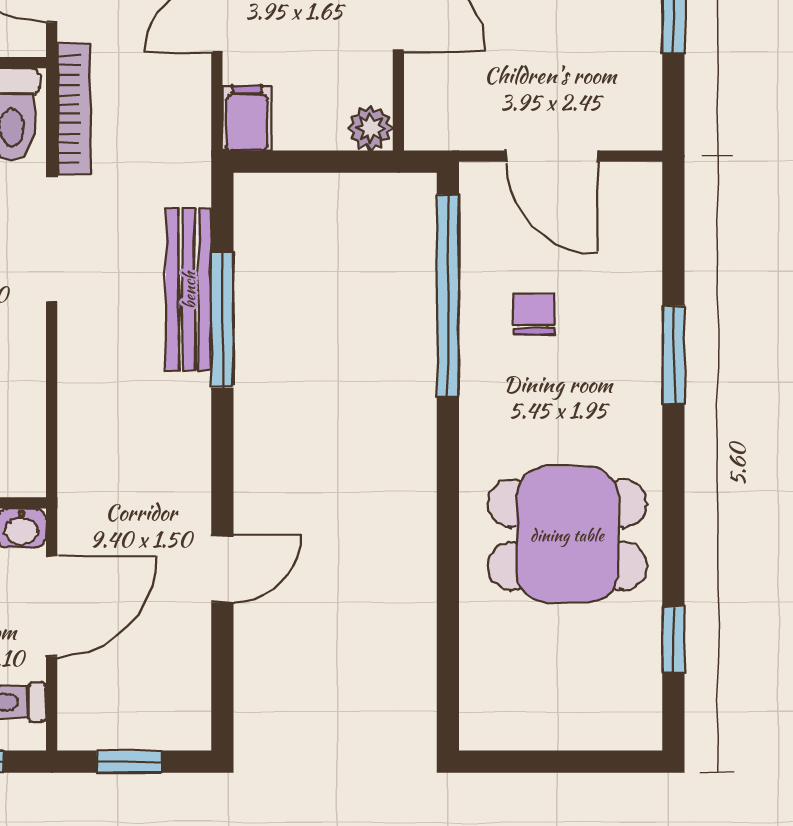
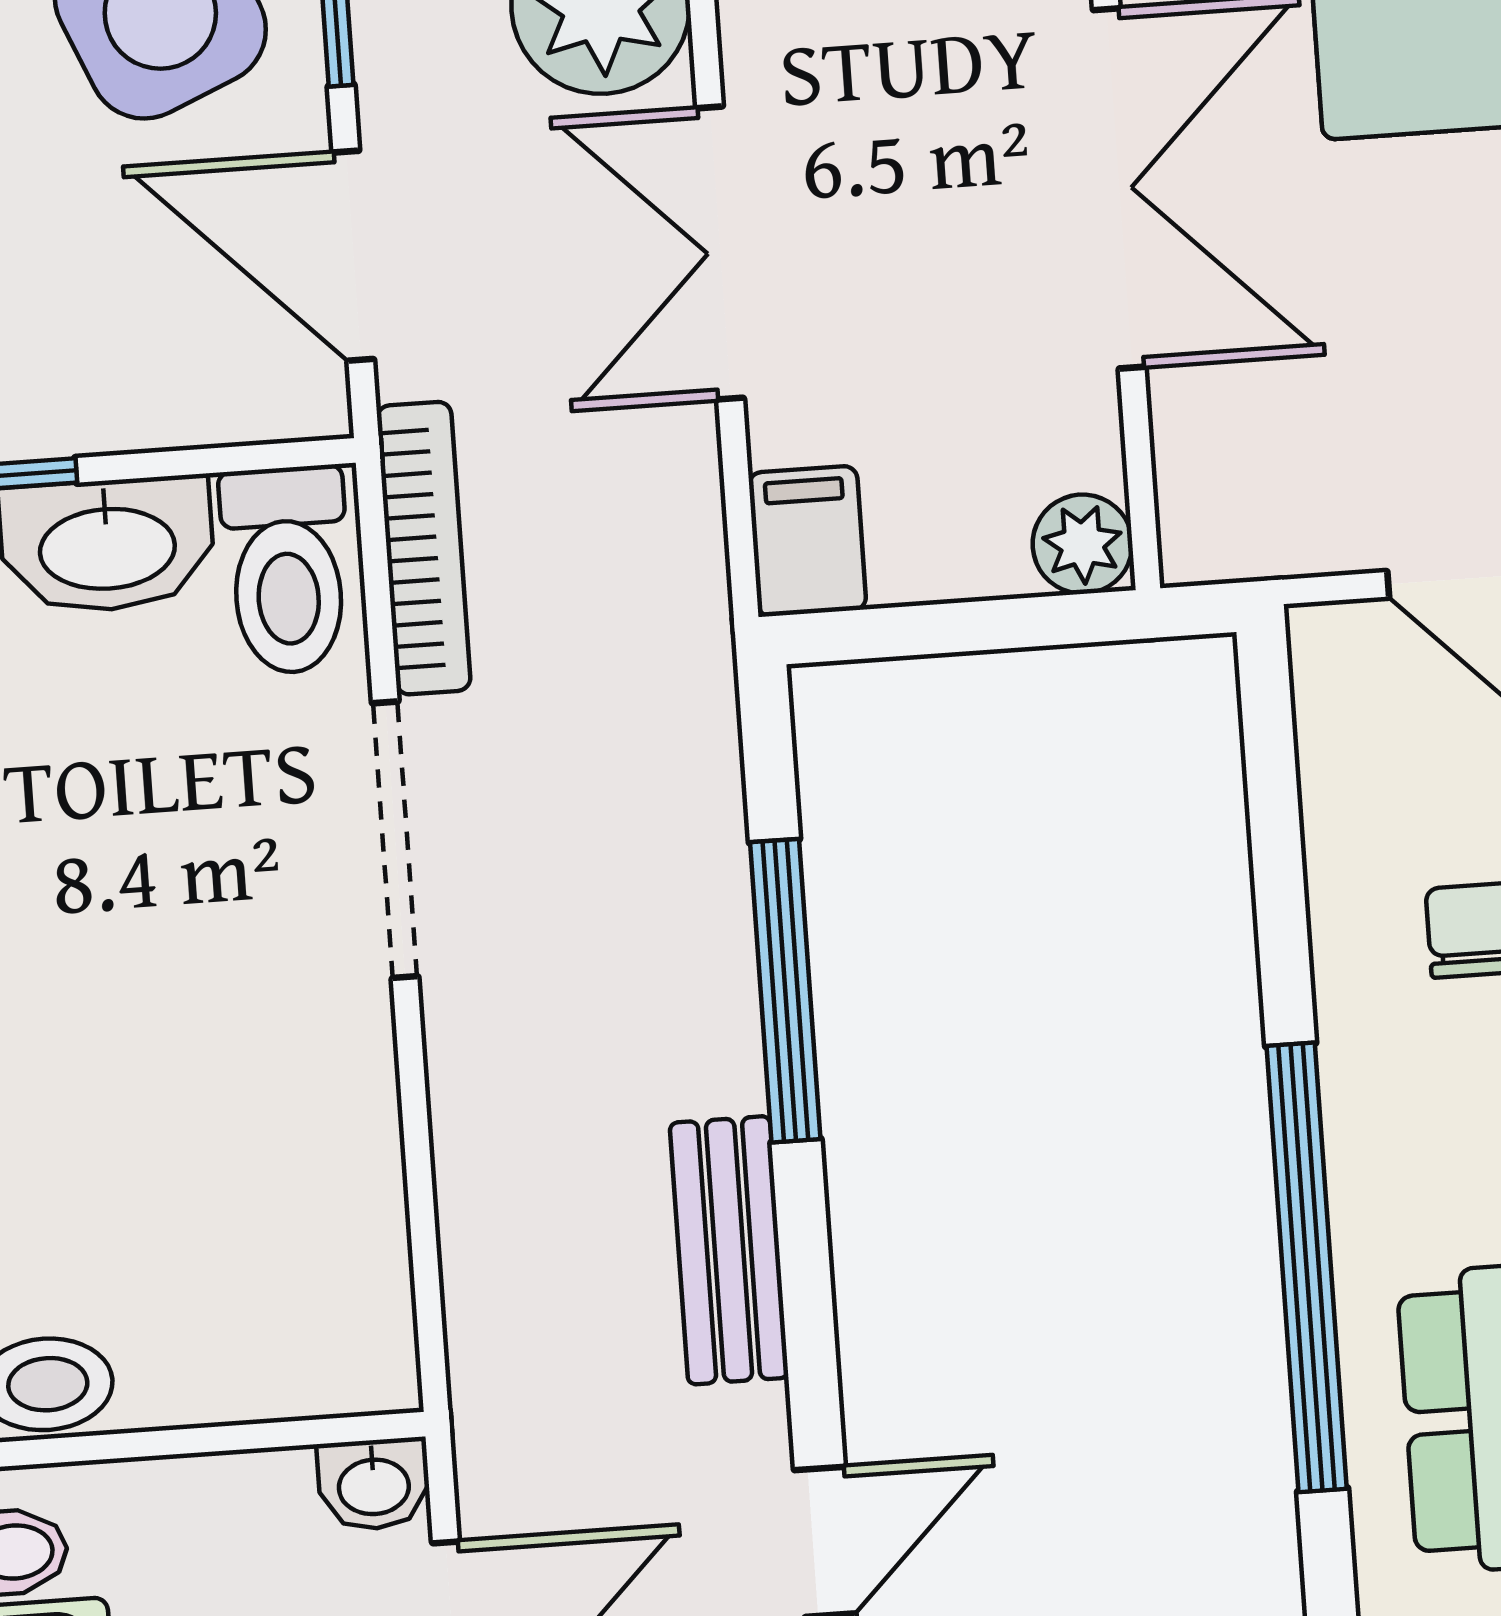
bench: (189, 290) -> (729, 1250), moved, width x0.73
window: (448, 296) -> (1307, 1267), moved

